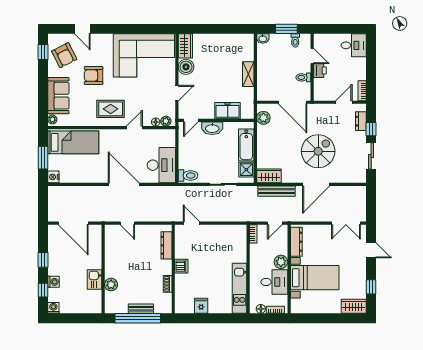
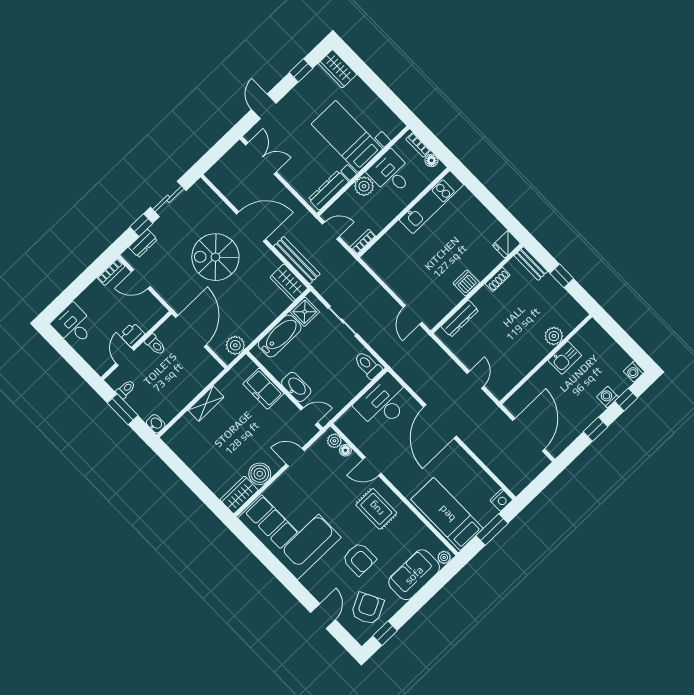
fridge: (201, 306) -> (506, 244), moved
bench: (141, 309) -> (531, 263), moved
window: (138, 318) -> (562, 276), width x0.32

